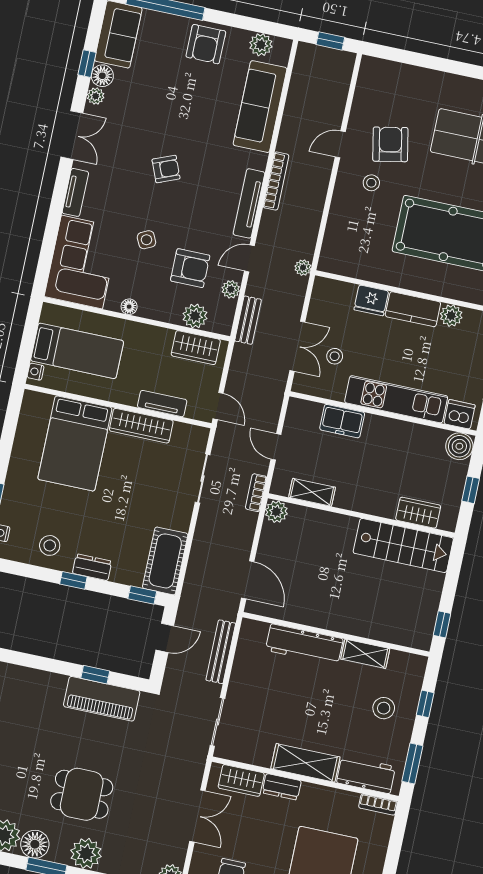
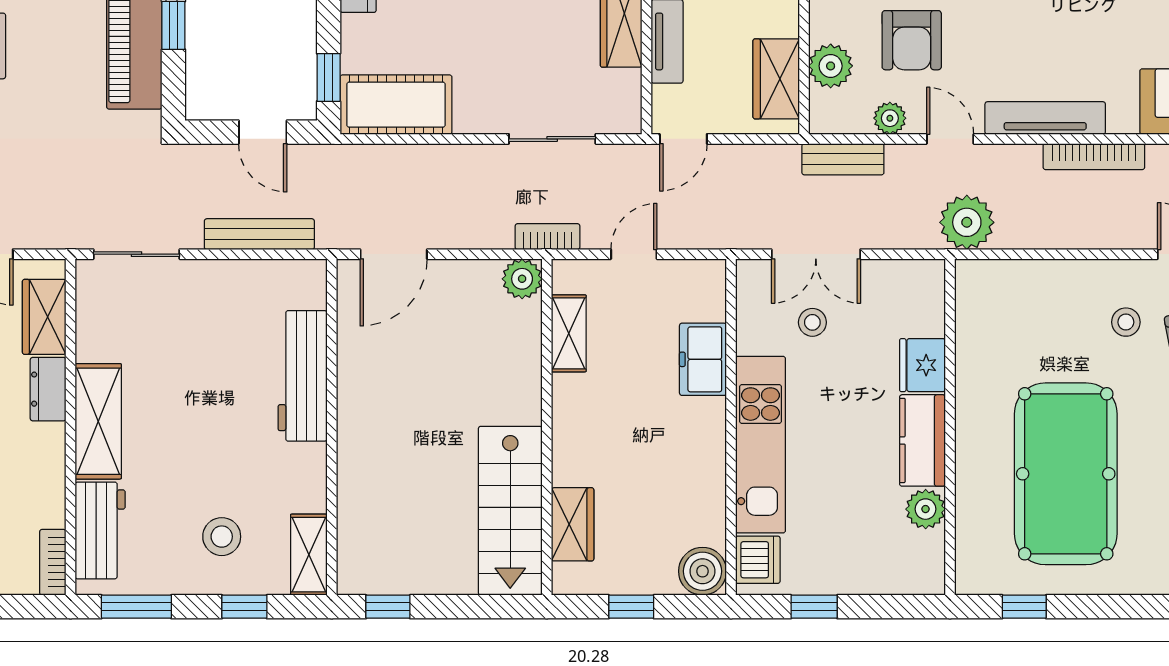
plant: (303, 268) -> (967, 222), width x1.88, depth x1.88
shelving: (365, 654) -> (309, 555), moved

